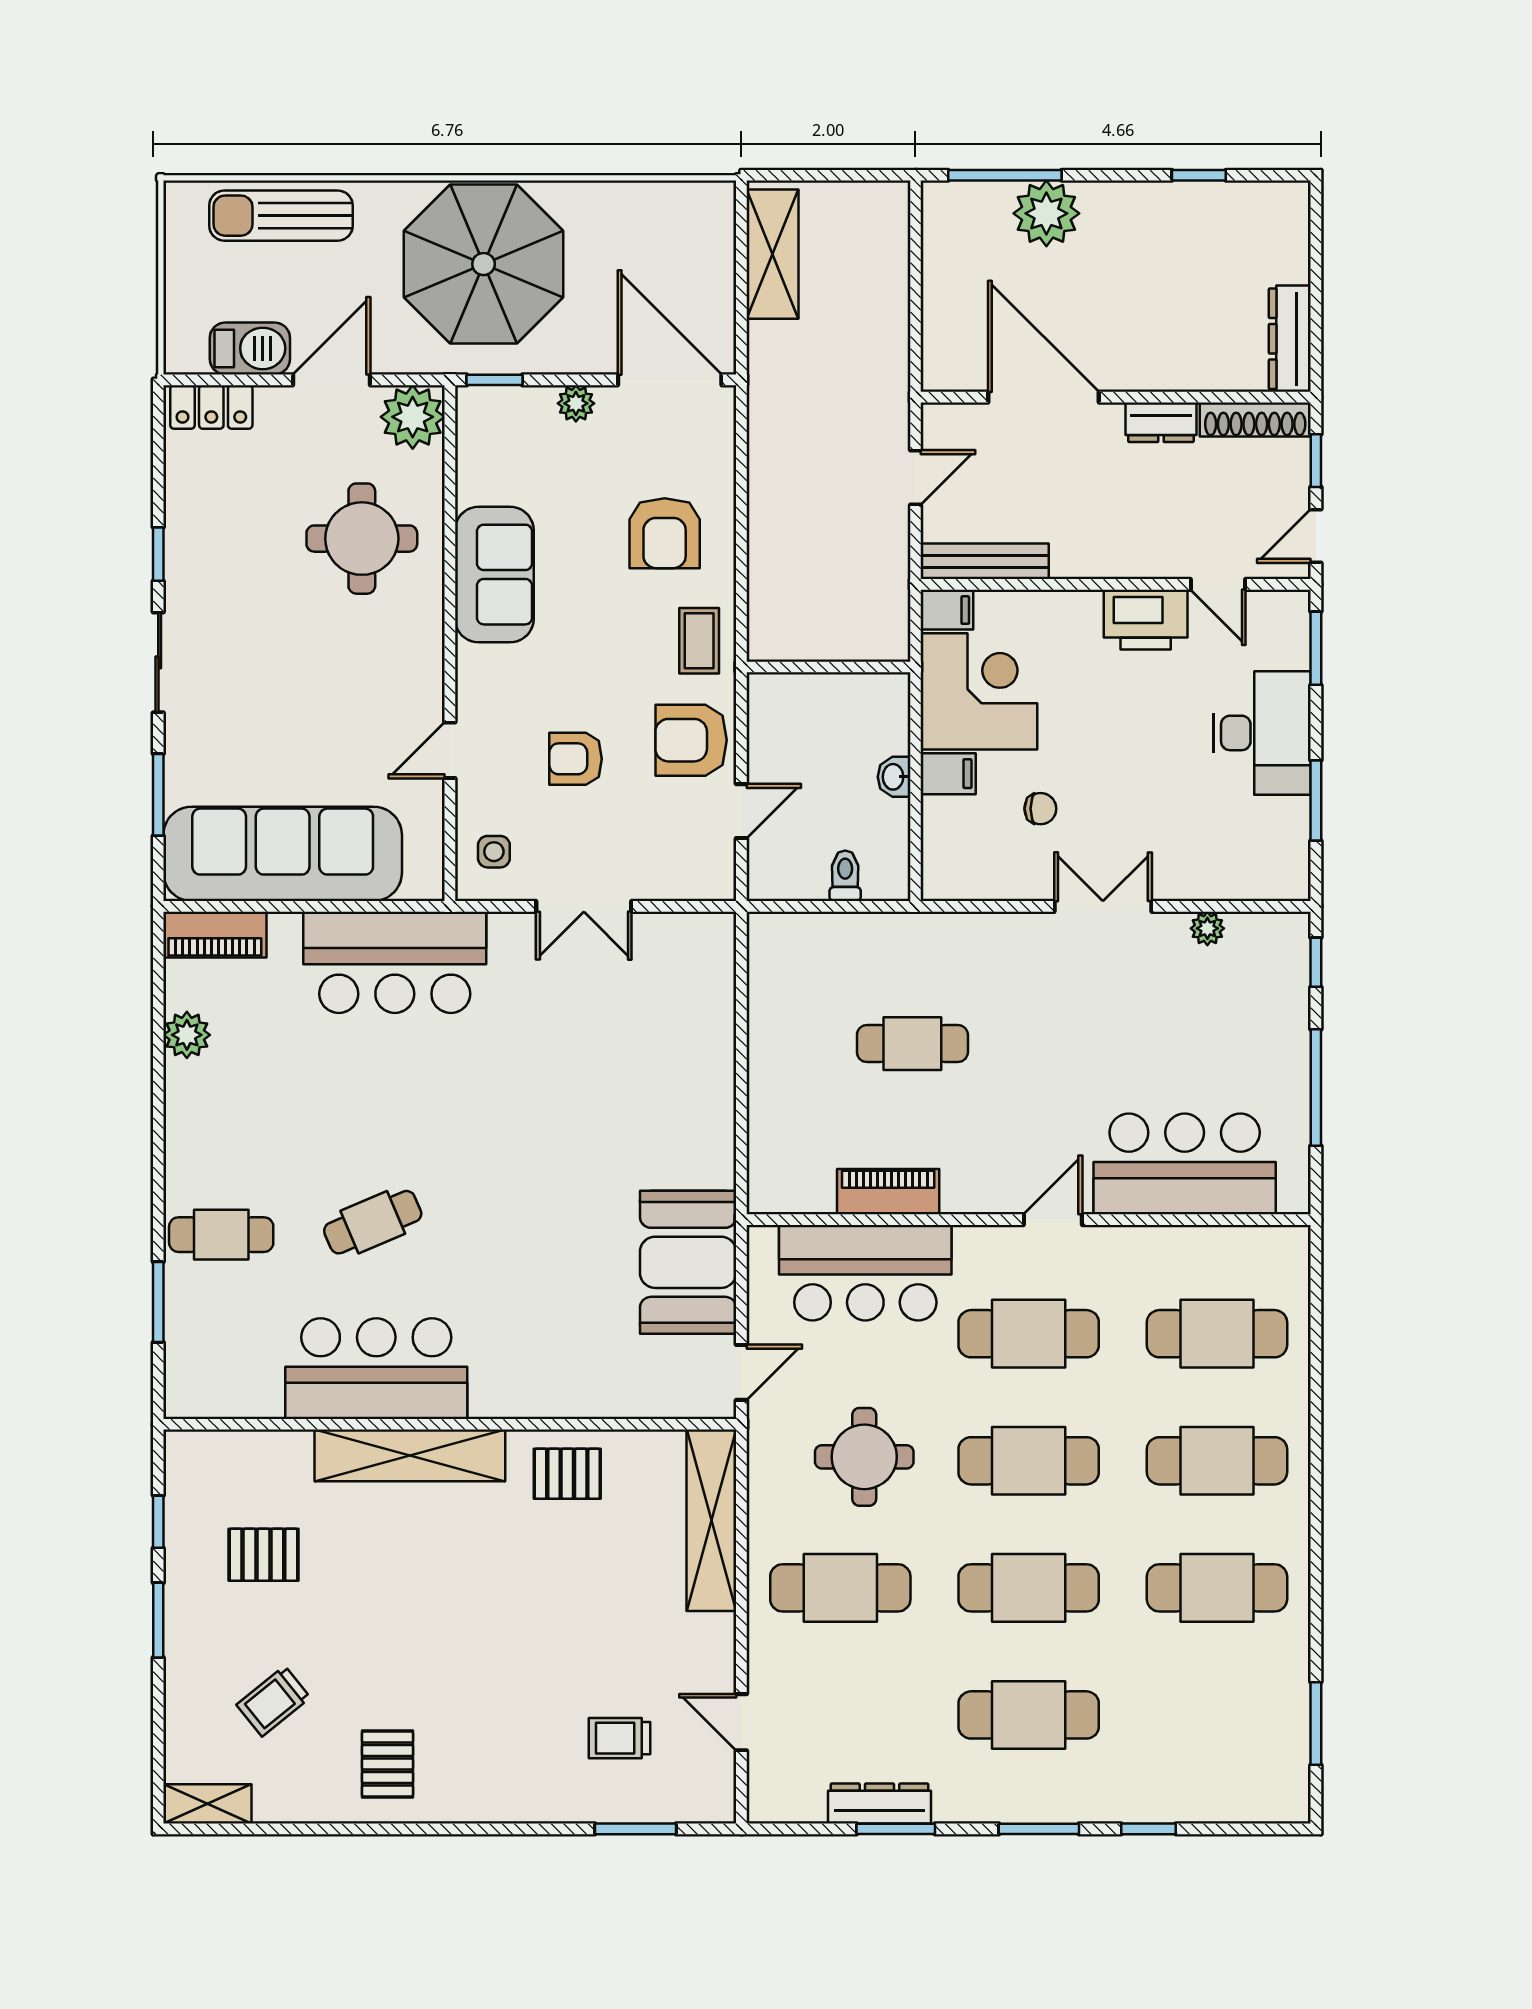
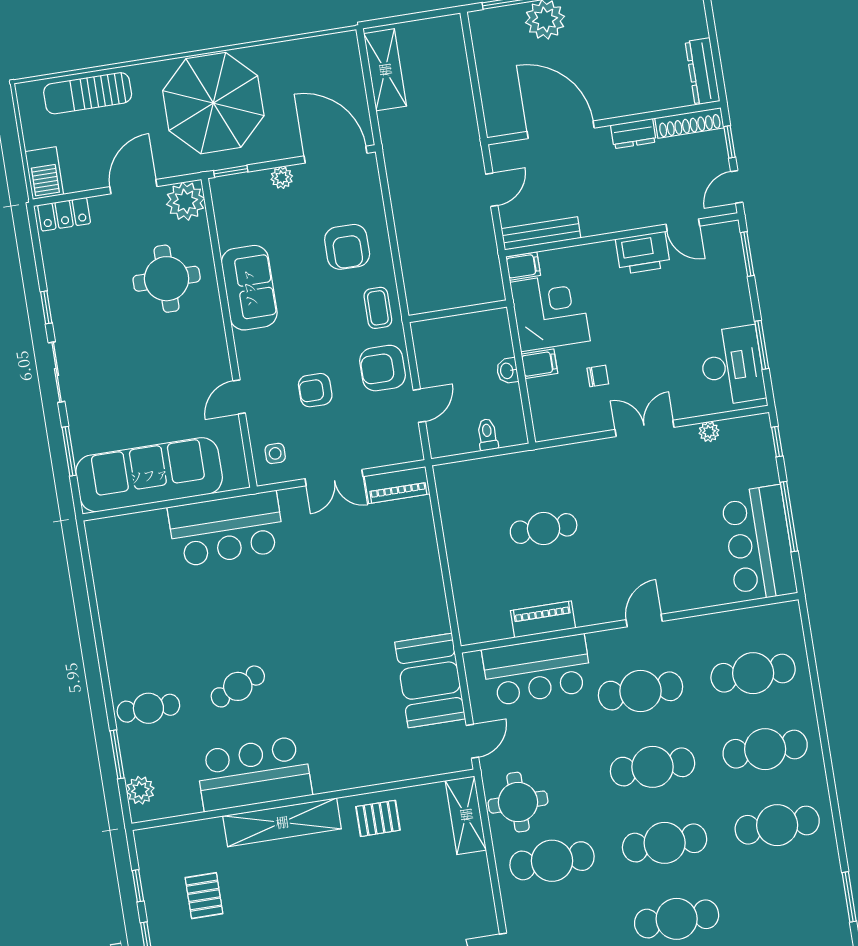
barbecue: (250, 348) -> (44, 173), moved, turned 90
desk: (1262, 733) -> (732, 366), moved
piano: (215, 935) -> (397, 485), moved
plant: (187, 1035) -> (140, 790), moved
bar counter: (1185, 1164) -> (759, 543), moved, turned -90
round table: (864, 1457) -> (518, 802), moved
shelving: (711, 1520) -> (466, 815), width x0.68
pallet: (263, 1555) -> (204, 896), turned 90

